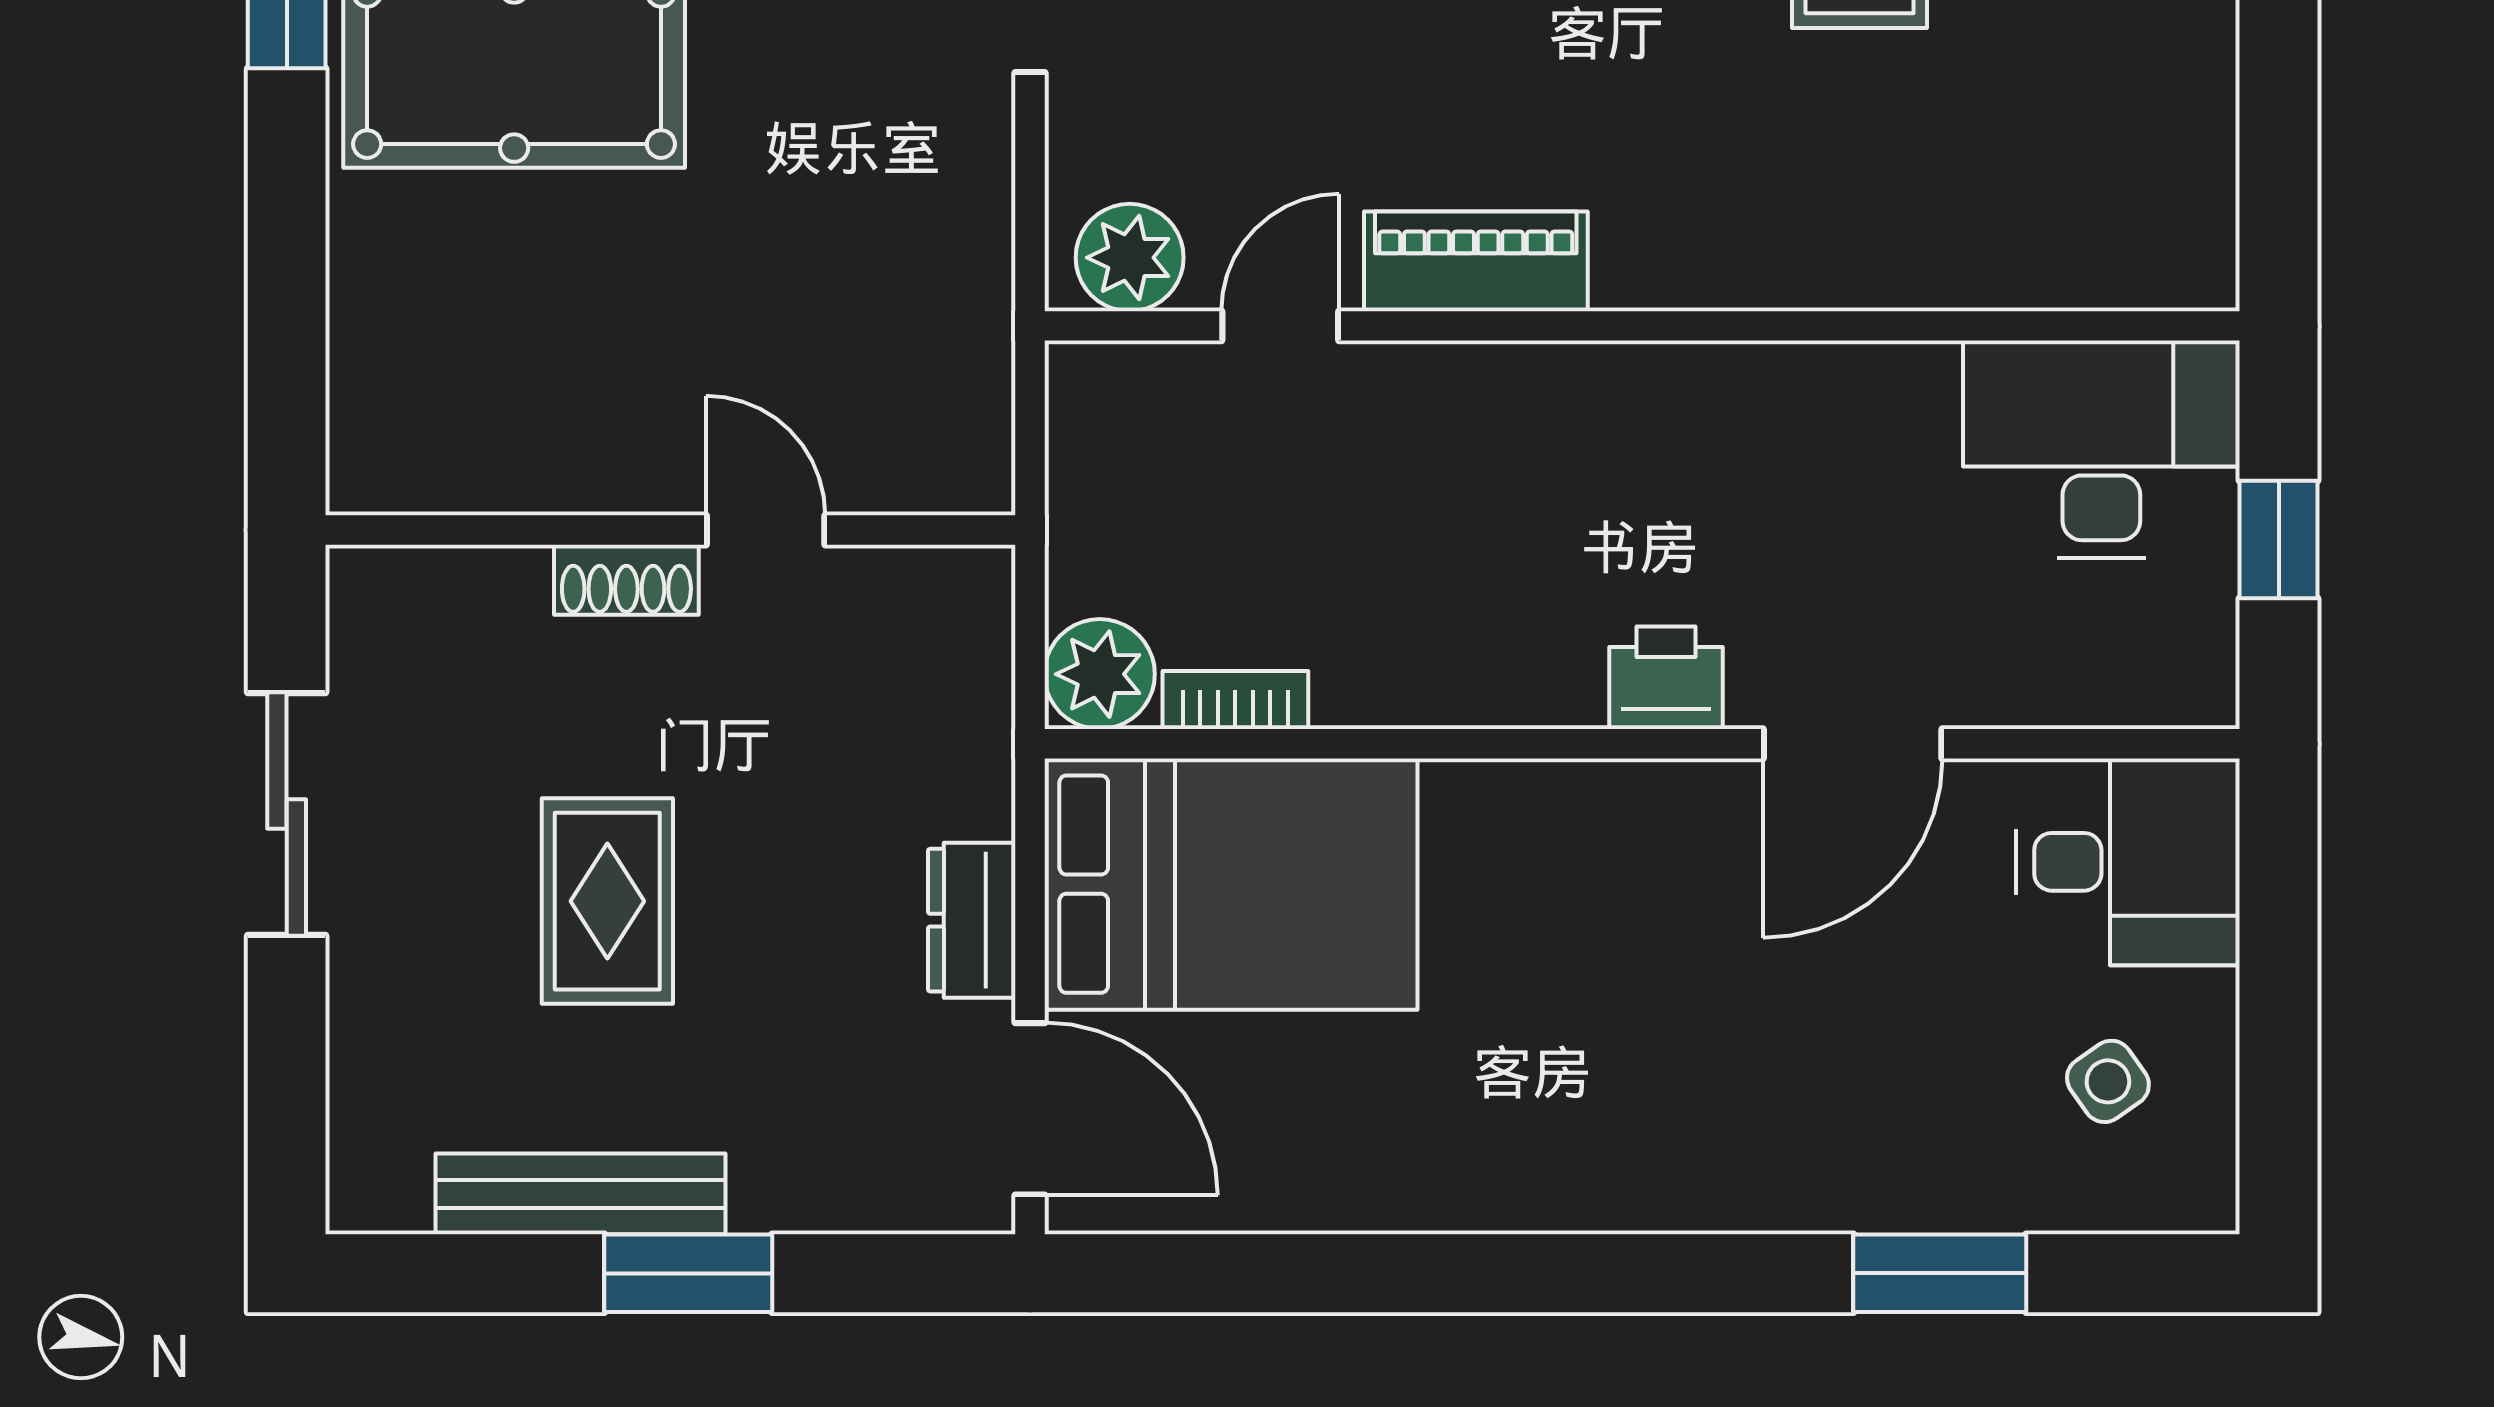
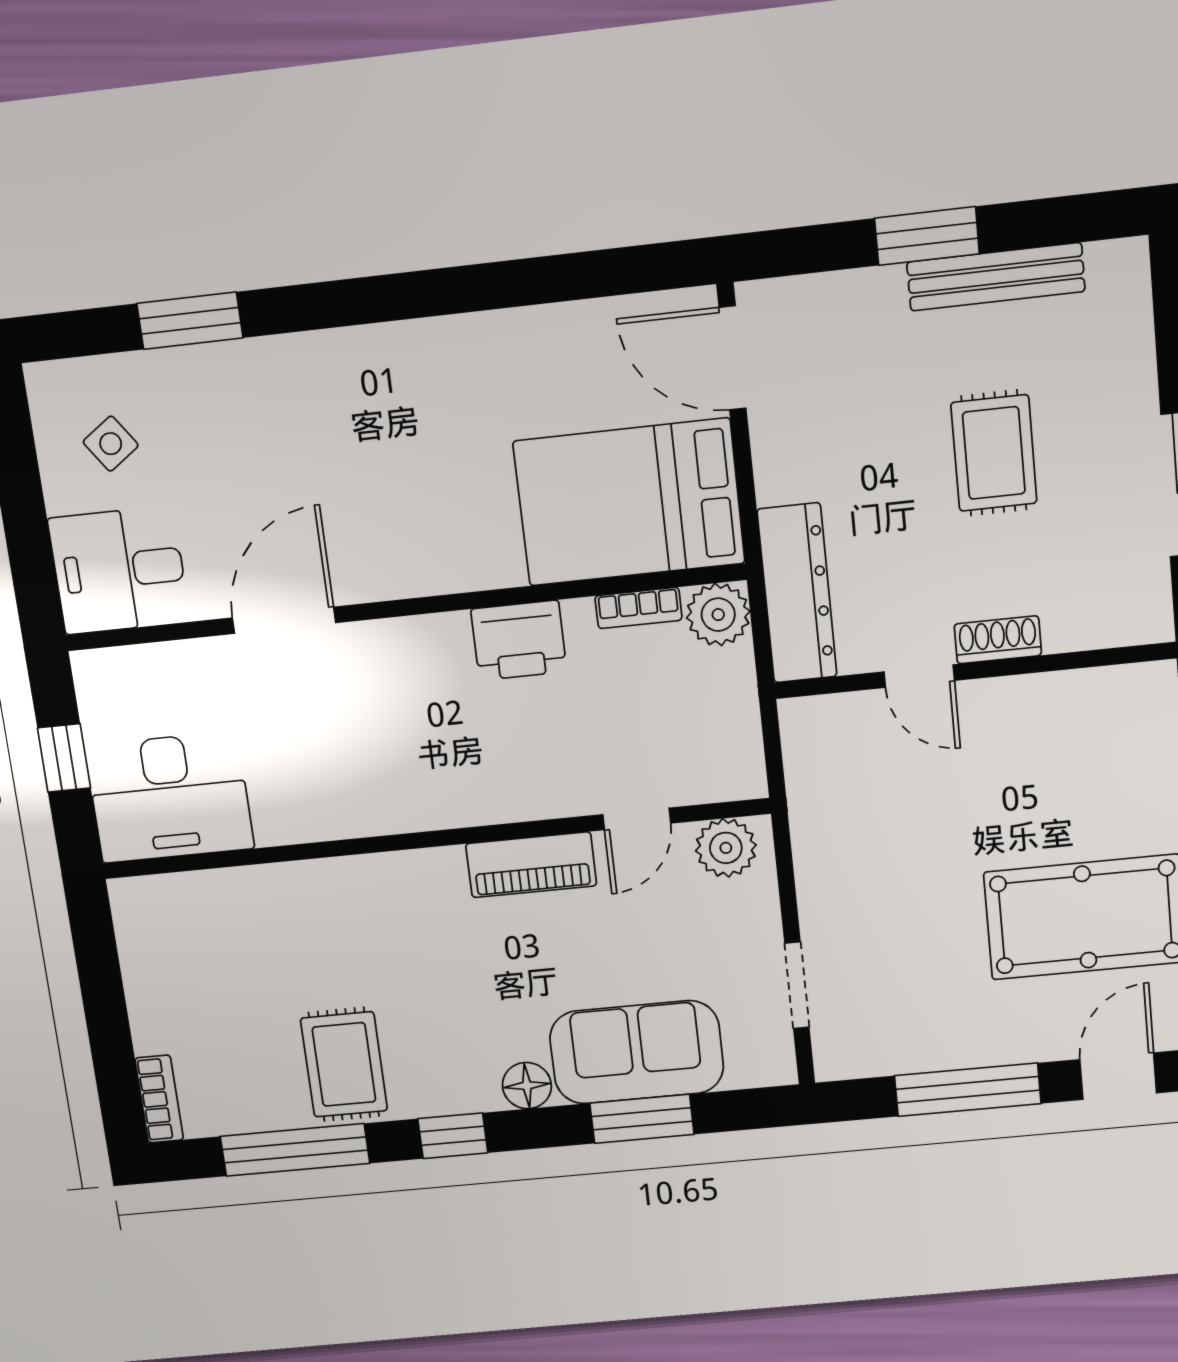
printer: (1666, 678) -> (519, 640), moved, width x1.36, depth x1.24
dresser: (972, 920) -> (797, 593), moved, width x1.96, depth x1.24

